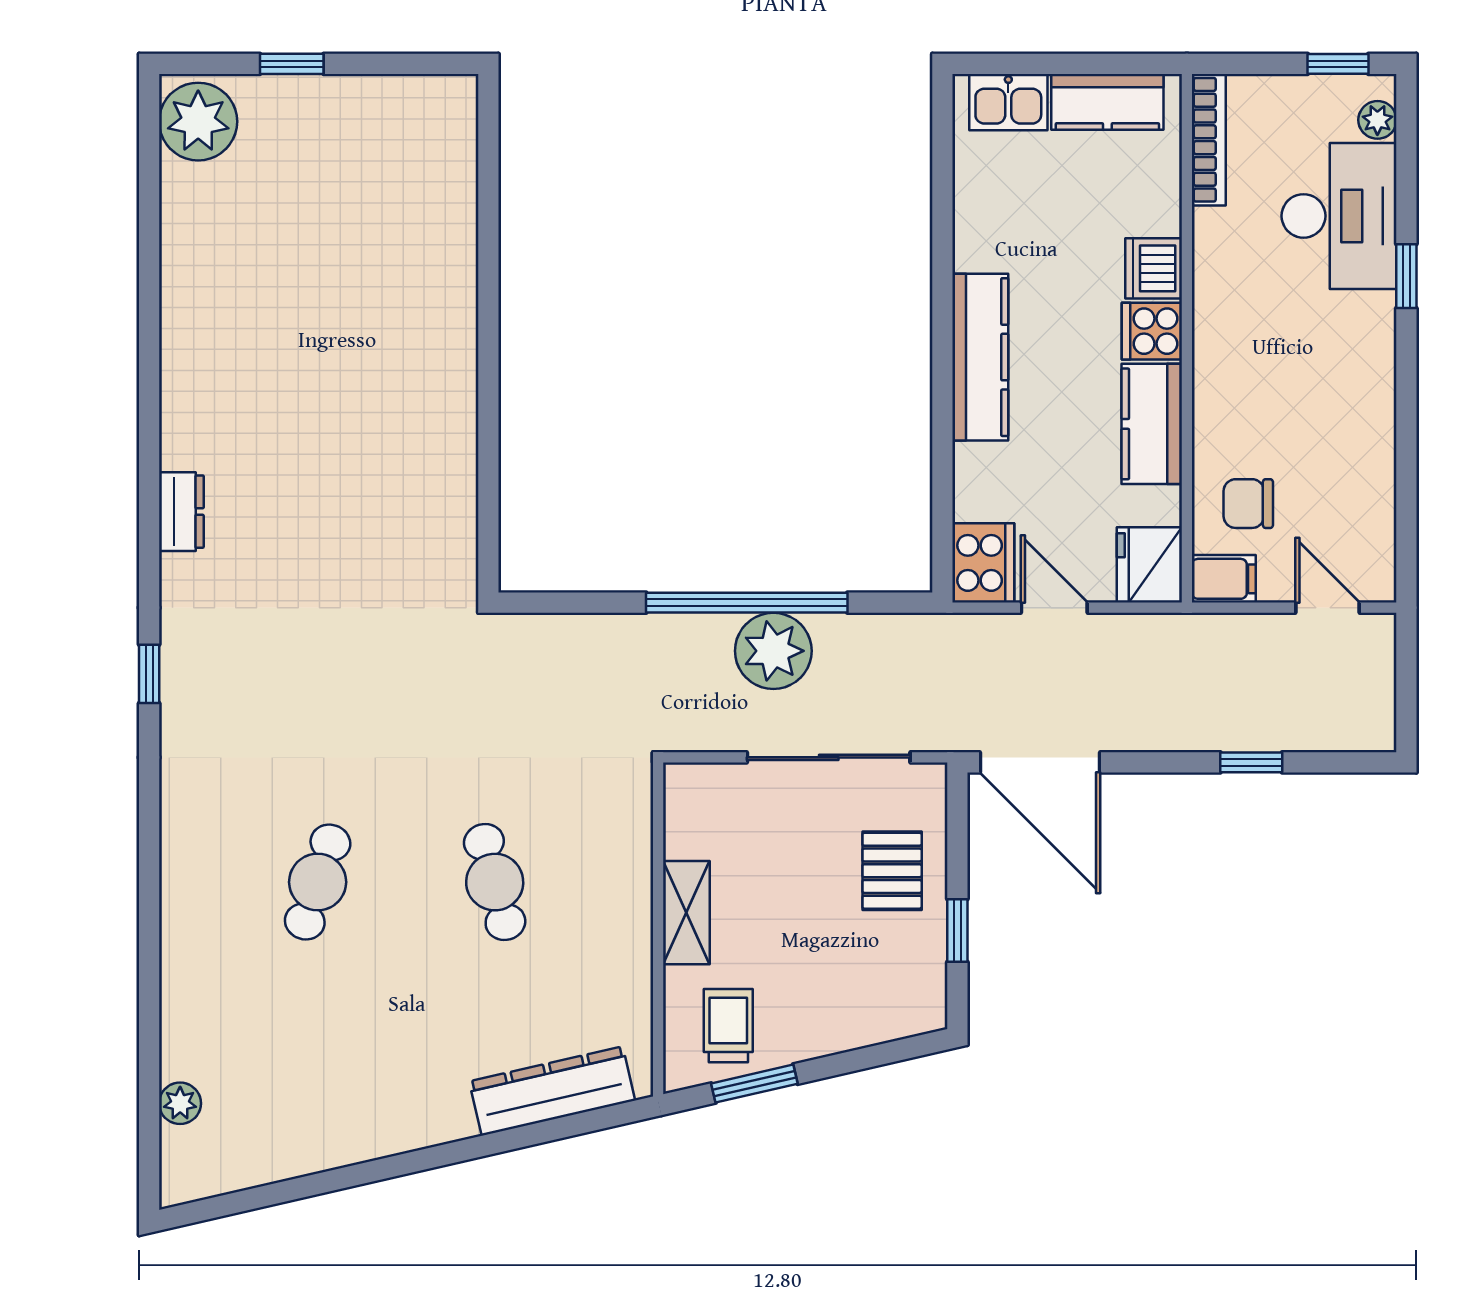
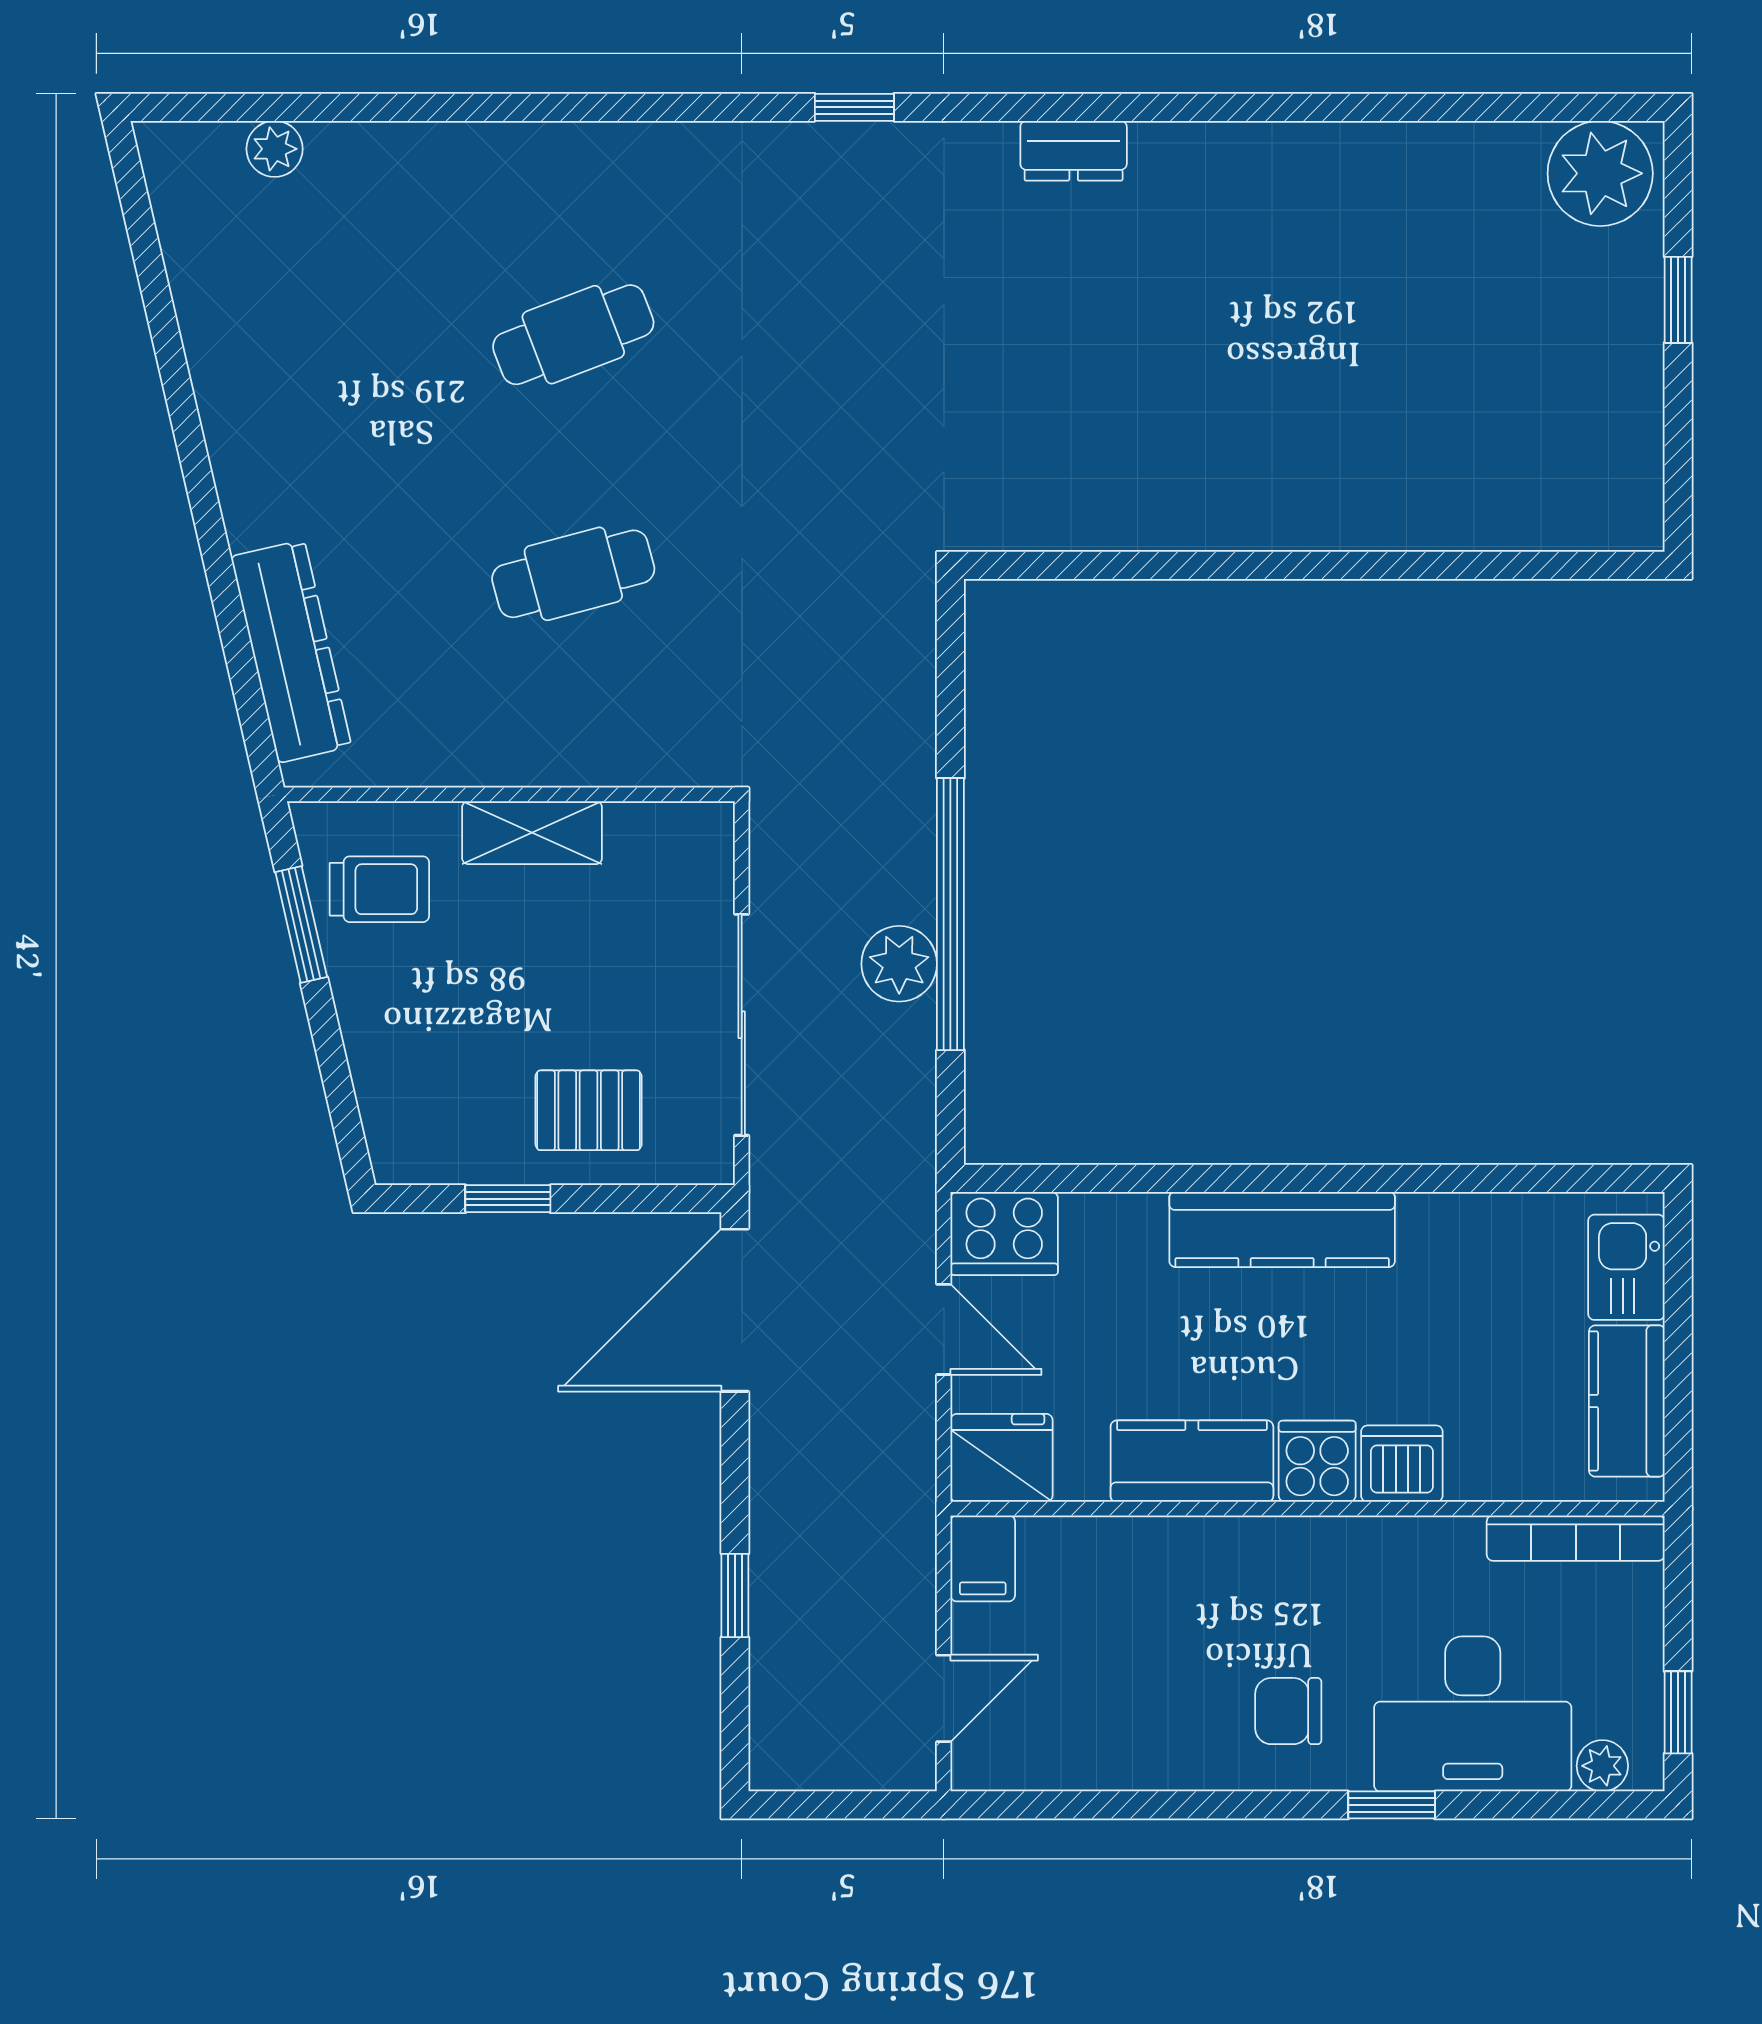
chair: (1248, 504) -> (1288, 1711), moved, turned -90
door: (1054, 608) -> (944, 1329), hinge flipped
plant: (773, 651) -> (899, 964), width x0.73, depth x0.73
cafe table: (318, 882) -> (573, 335), turned -39

